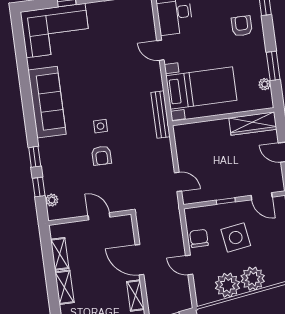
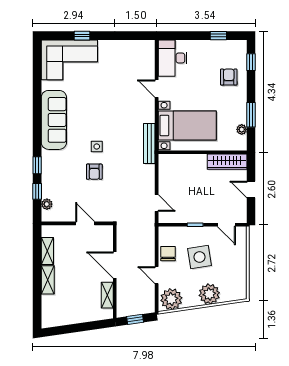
plant: (227, 285) -> (171, 299), moved

